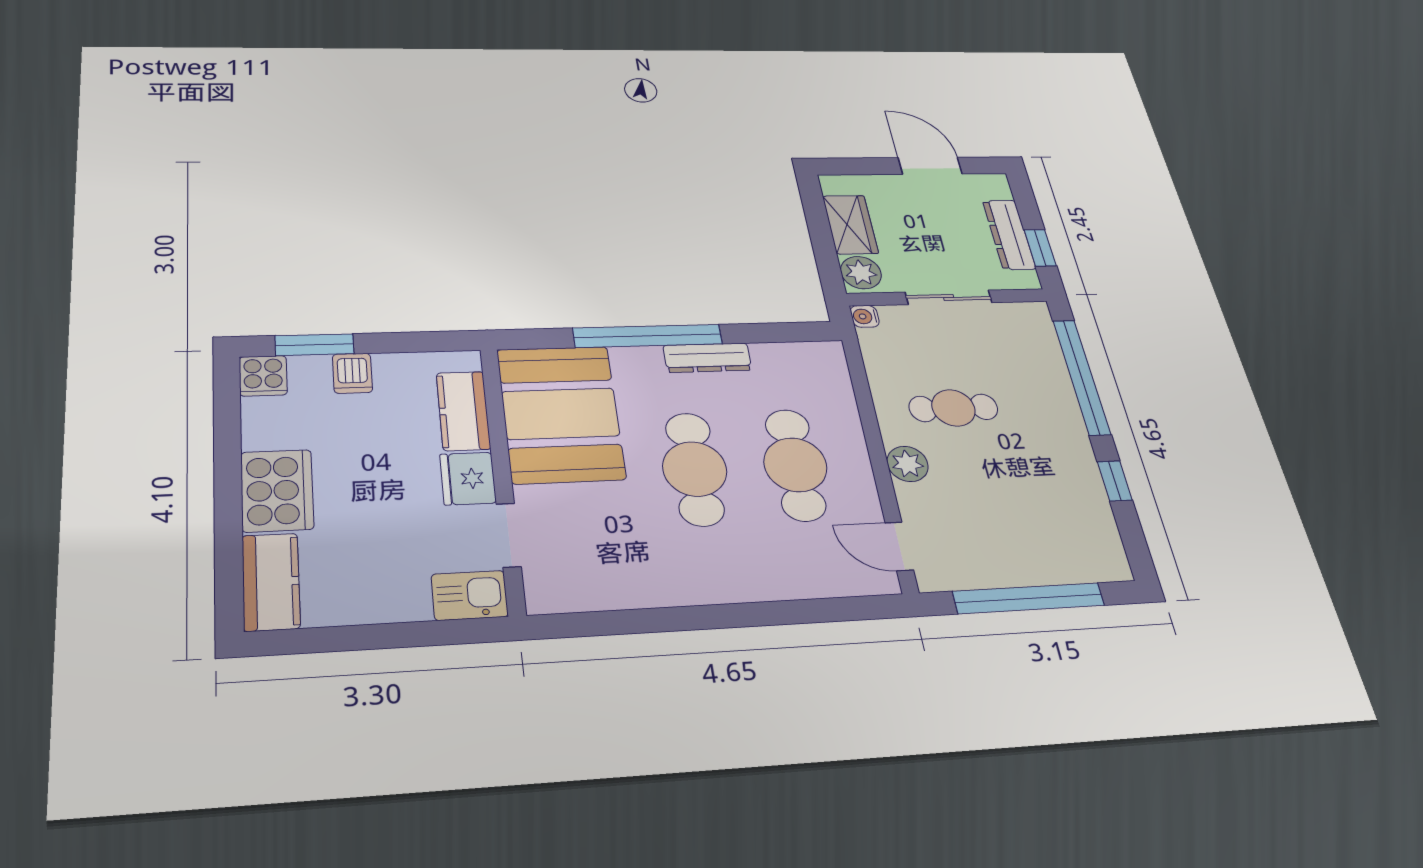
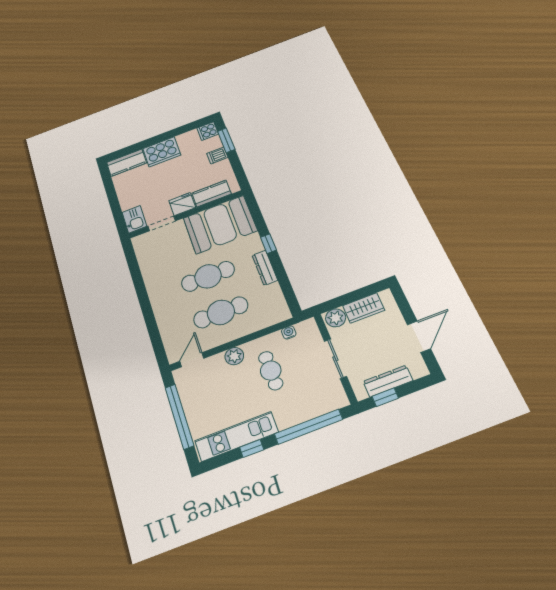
water cooler: (865, 316) -> (289, 332), moved
window: (648, 336) -> (268, 244), width x0.32
kitchen unit: (1087, 501) -> (237, 436), added

